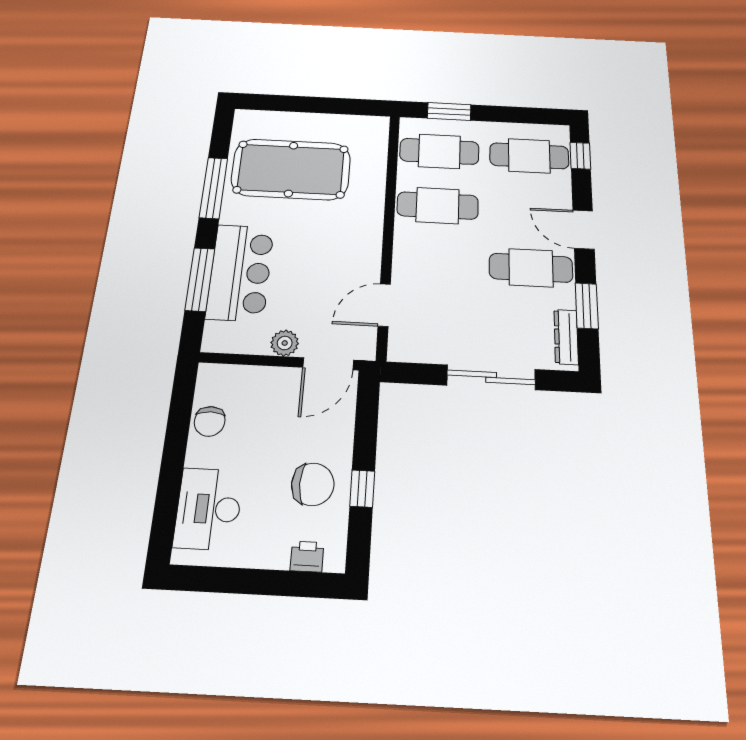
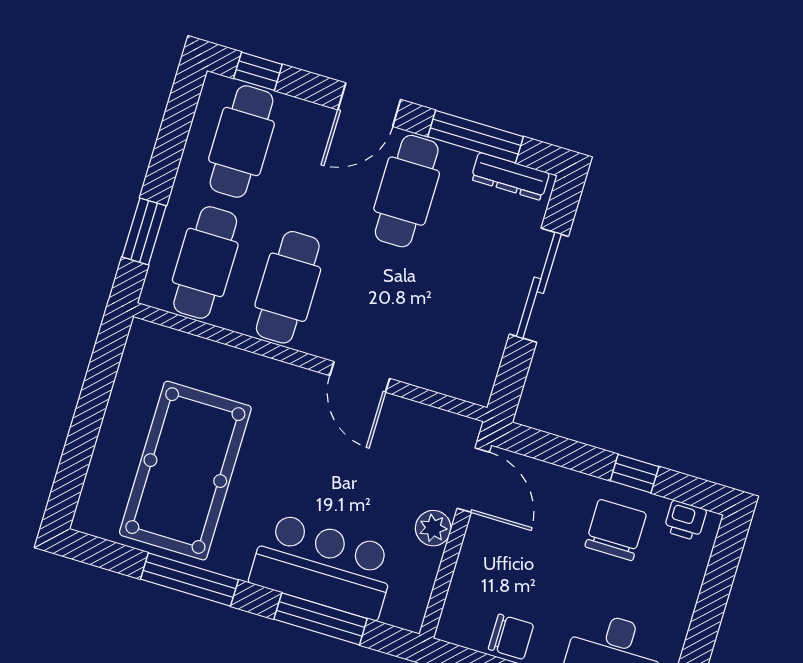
door: (384, 305) -> (360, 377), moved
window: (587, 306) -> (476, 137), width x1.44
printer: (307, 557) -> (685, 520), moved, turned -90

